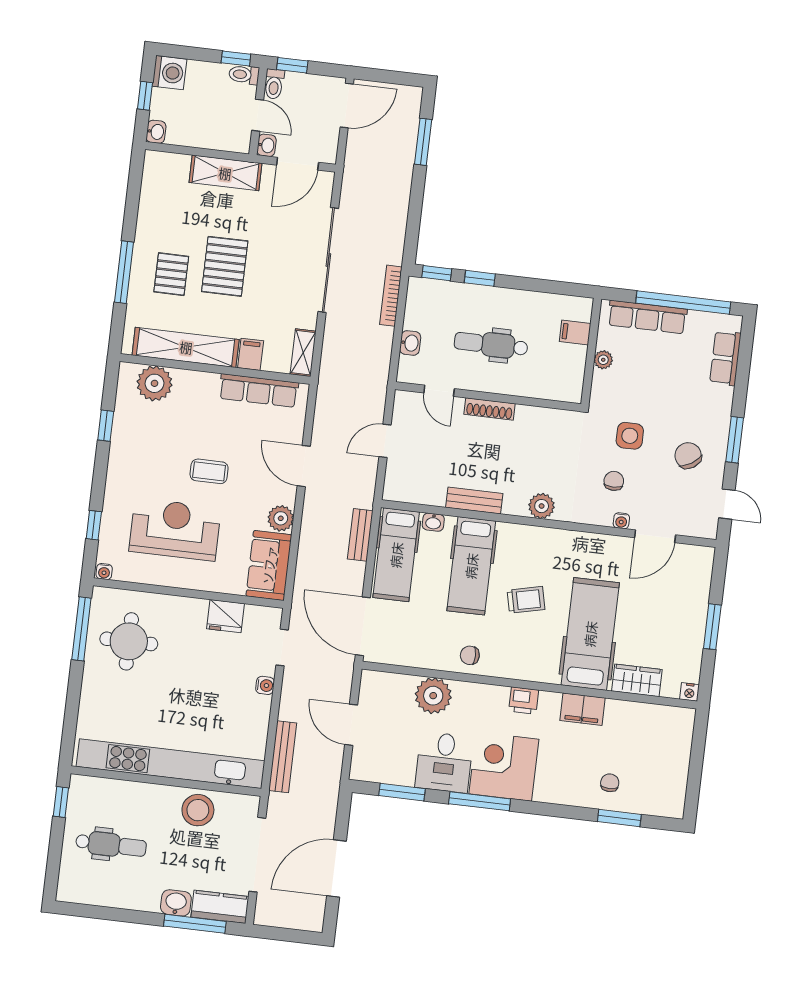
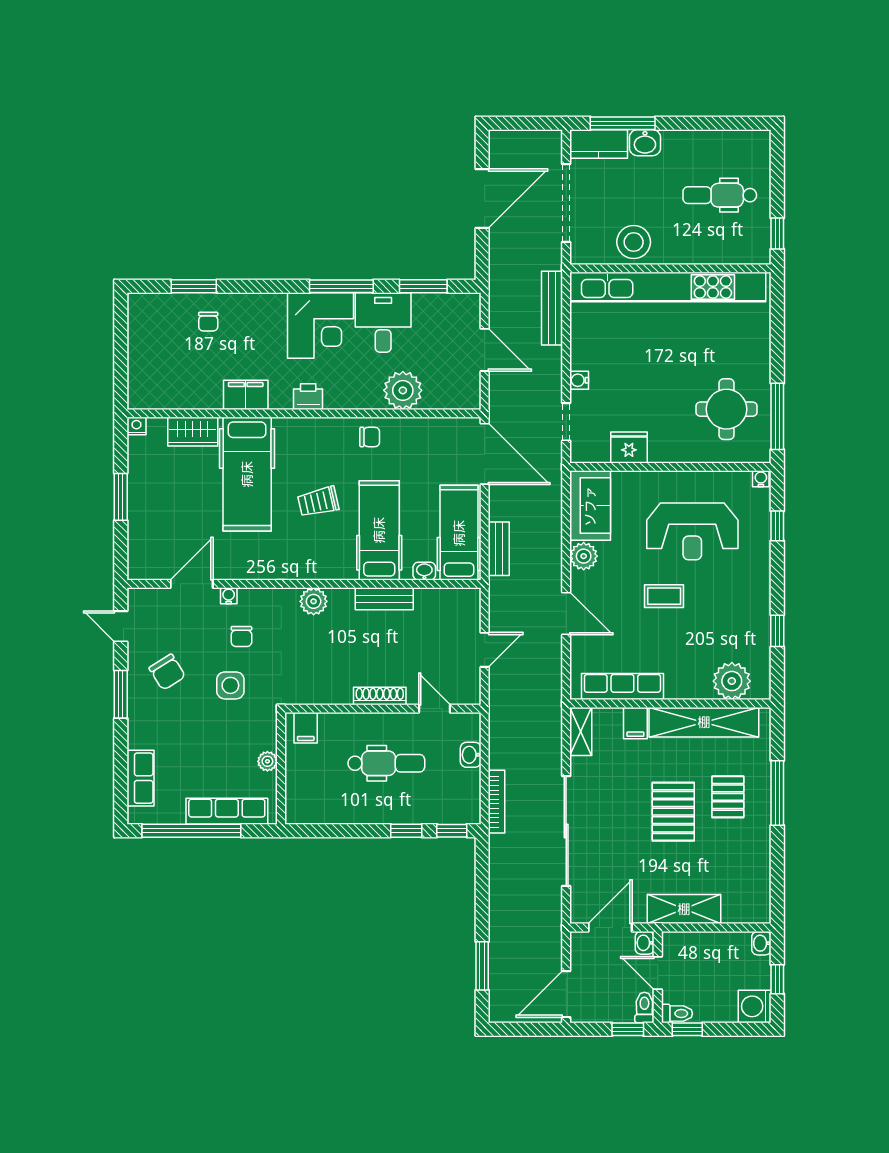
filing cabinet: (575, 332) -> (306, 728), moved, turned 90

